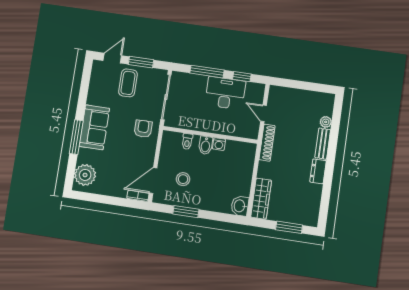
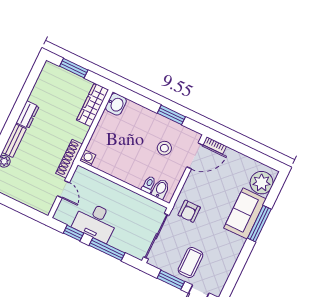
sofa: (94, 127) -> (245, 213), moved
washing machine: (219, 144) -> (88, 158), moved
bidet: (206, 145) -> (161, 189), moved

